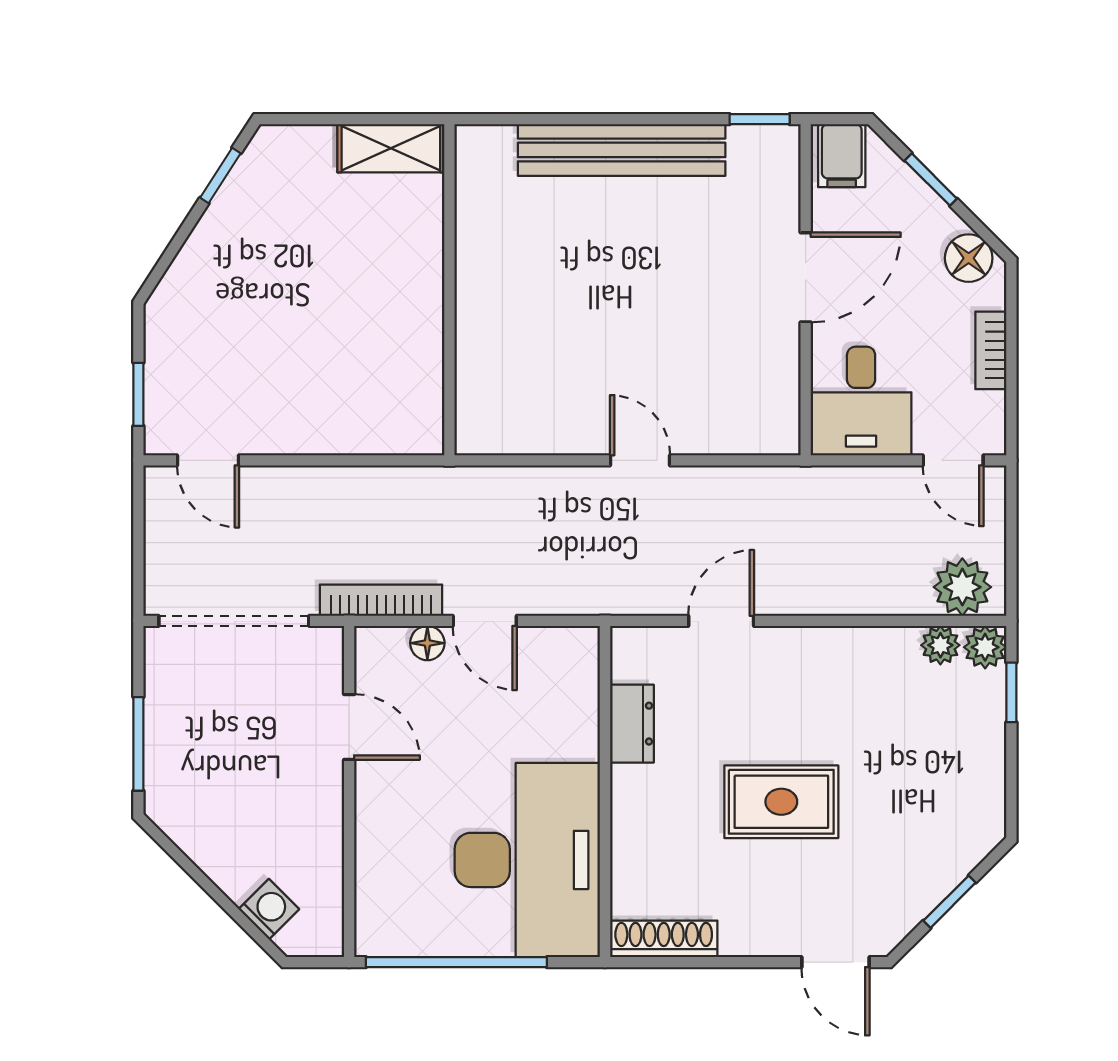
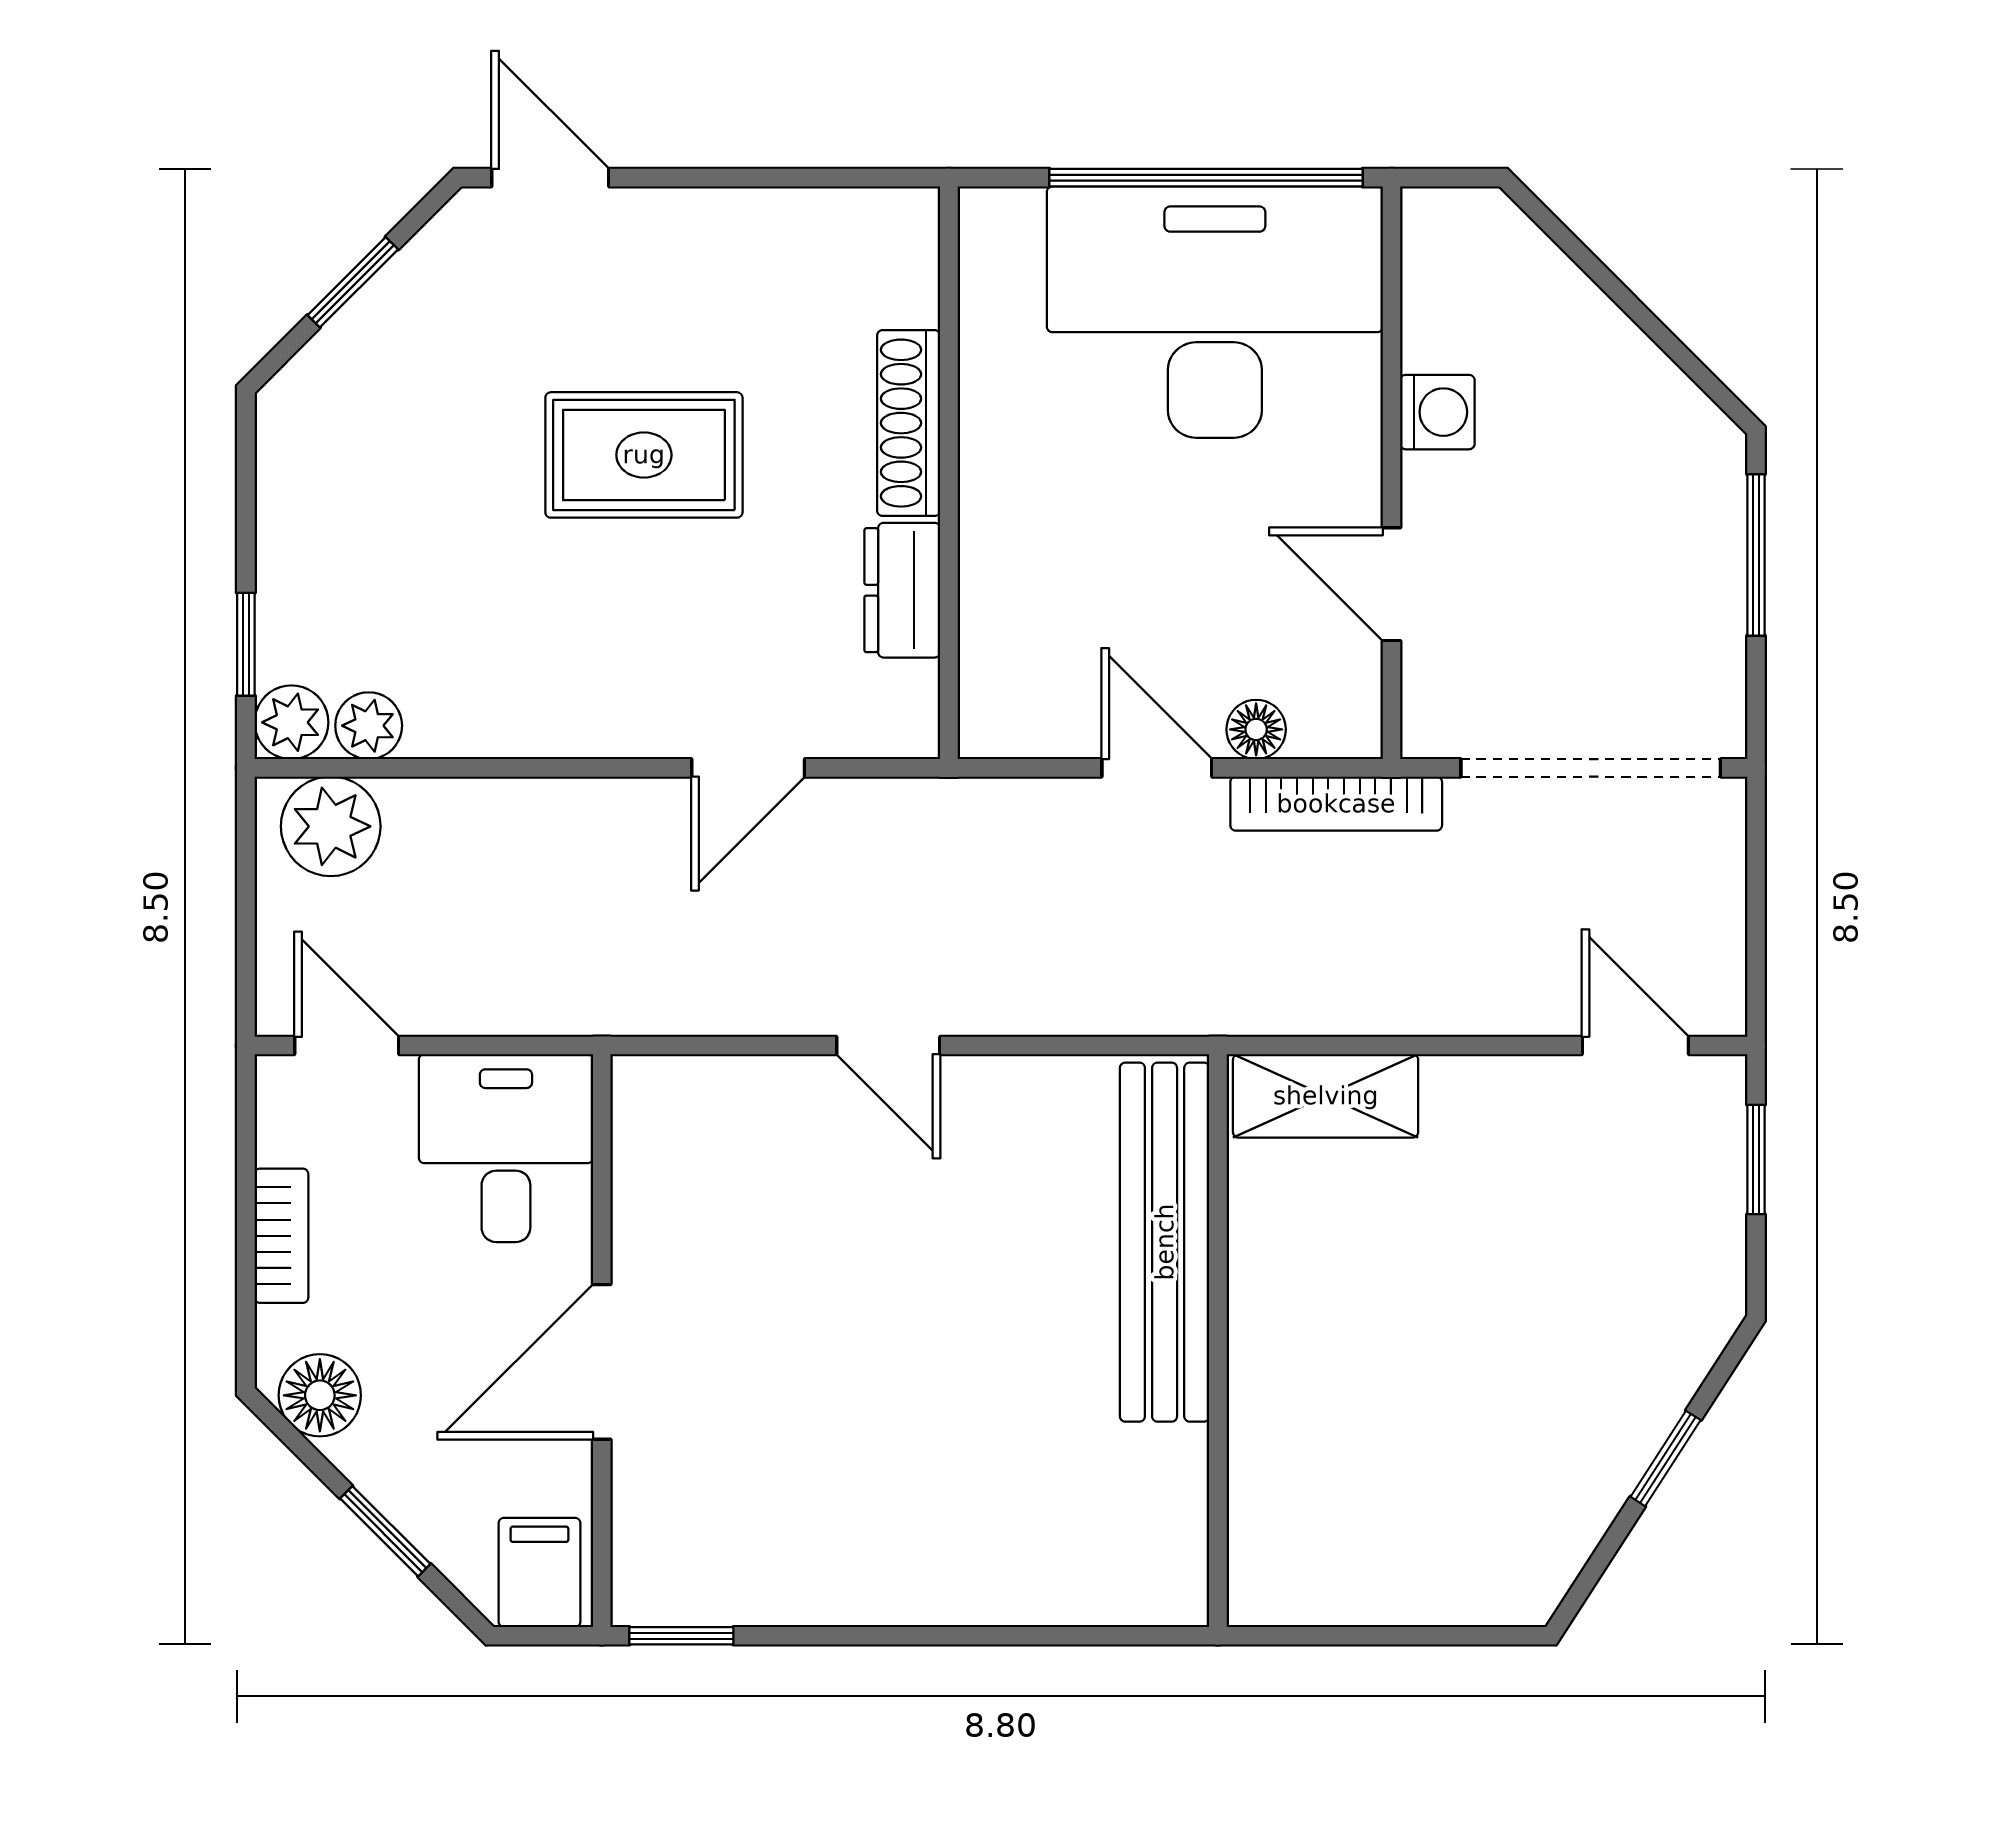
shelving: (391, 148) -> (1326, 1096), moved
bench: (622, 150) -> (1165, 1242), moved, turned 90
window: (220, 175) -> (1666, 1458), moved
desk: (527, 860) -> (1215, 312), moved, turned 90
washing machine: (269, 909) -> (1437, 412), moved, turned -135
shoe rack: (664, 939) -> (909, 423), moved, turned 90

